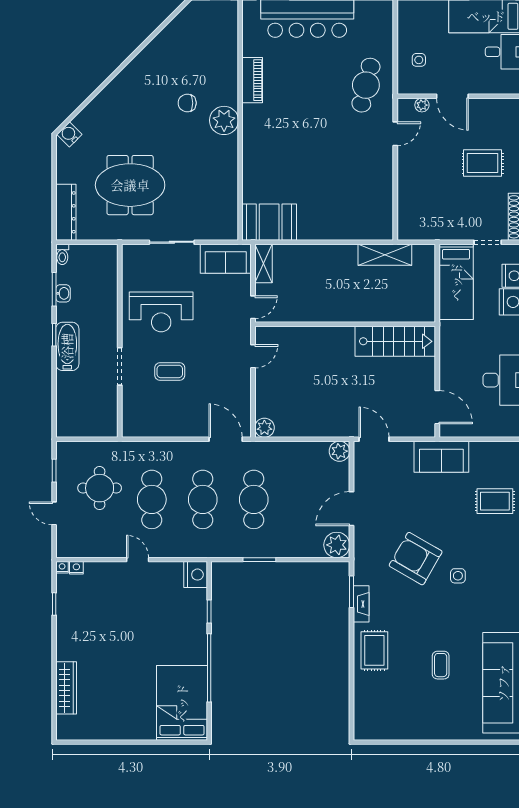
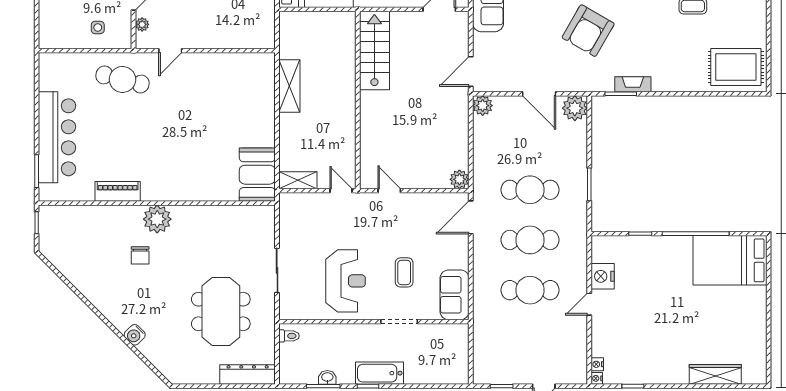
water cooler: (69, 134) -> (135, 335), moved
door: (395, 134) -> (170, 51), swing flipped
toilet: (62, 254) -> (289, 336), moved
shelving: (385, 255) -> (289, 86), moved
sofa: (226, 259) -> (455, 295), moved, turned 180
round table: (100, 488) -> (519, 341), removed
nightstand: (196, 575) -> (603, 276), moved, turned -90
rug: (374, 650) -> (736, 67), moved, width x1.36, depth x1.43

